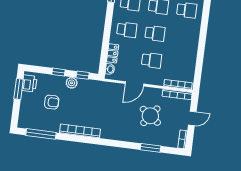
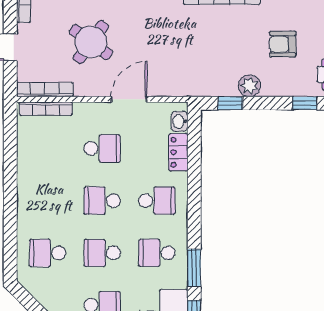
school desk: (127, 30) -> (157, 201), turned 180
school desk: (152, 60) -> (102, 148), turned 180
window: (58, 72) -> (305, 103), moved

